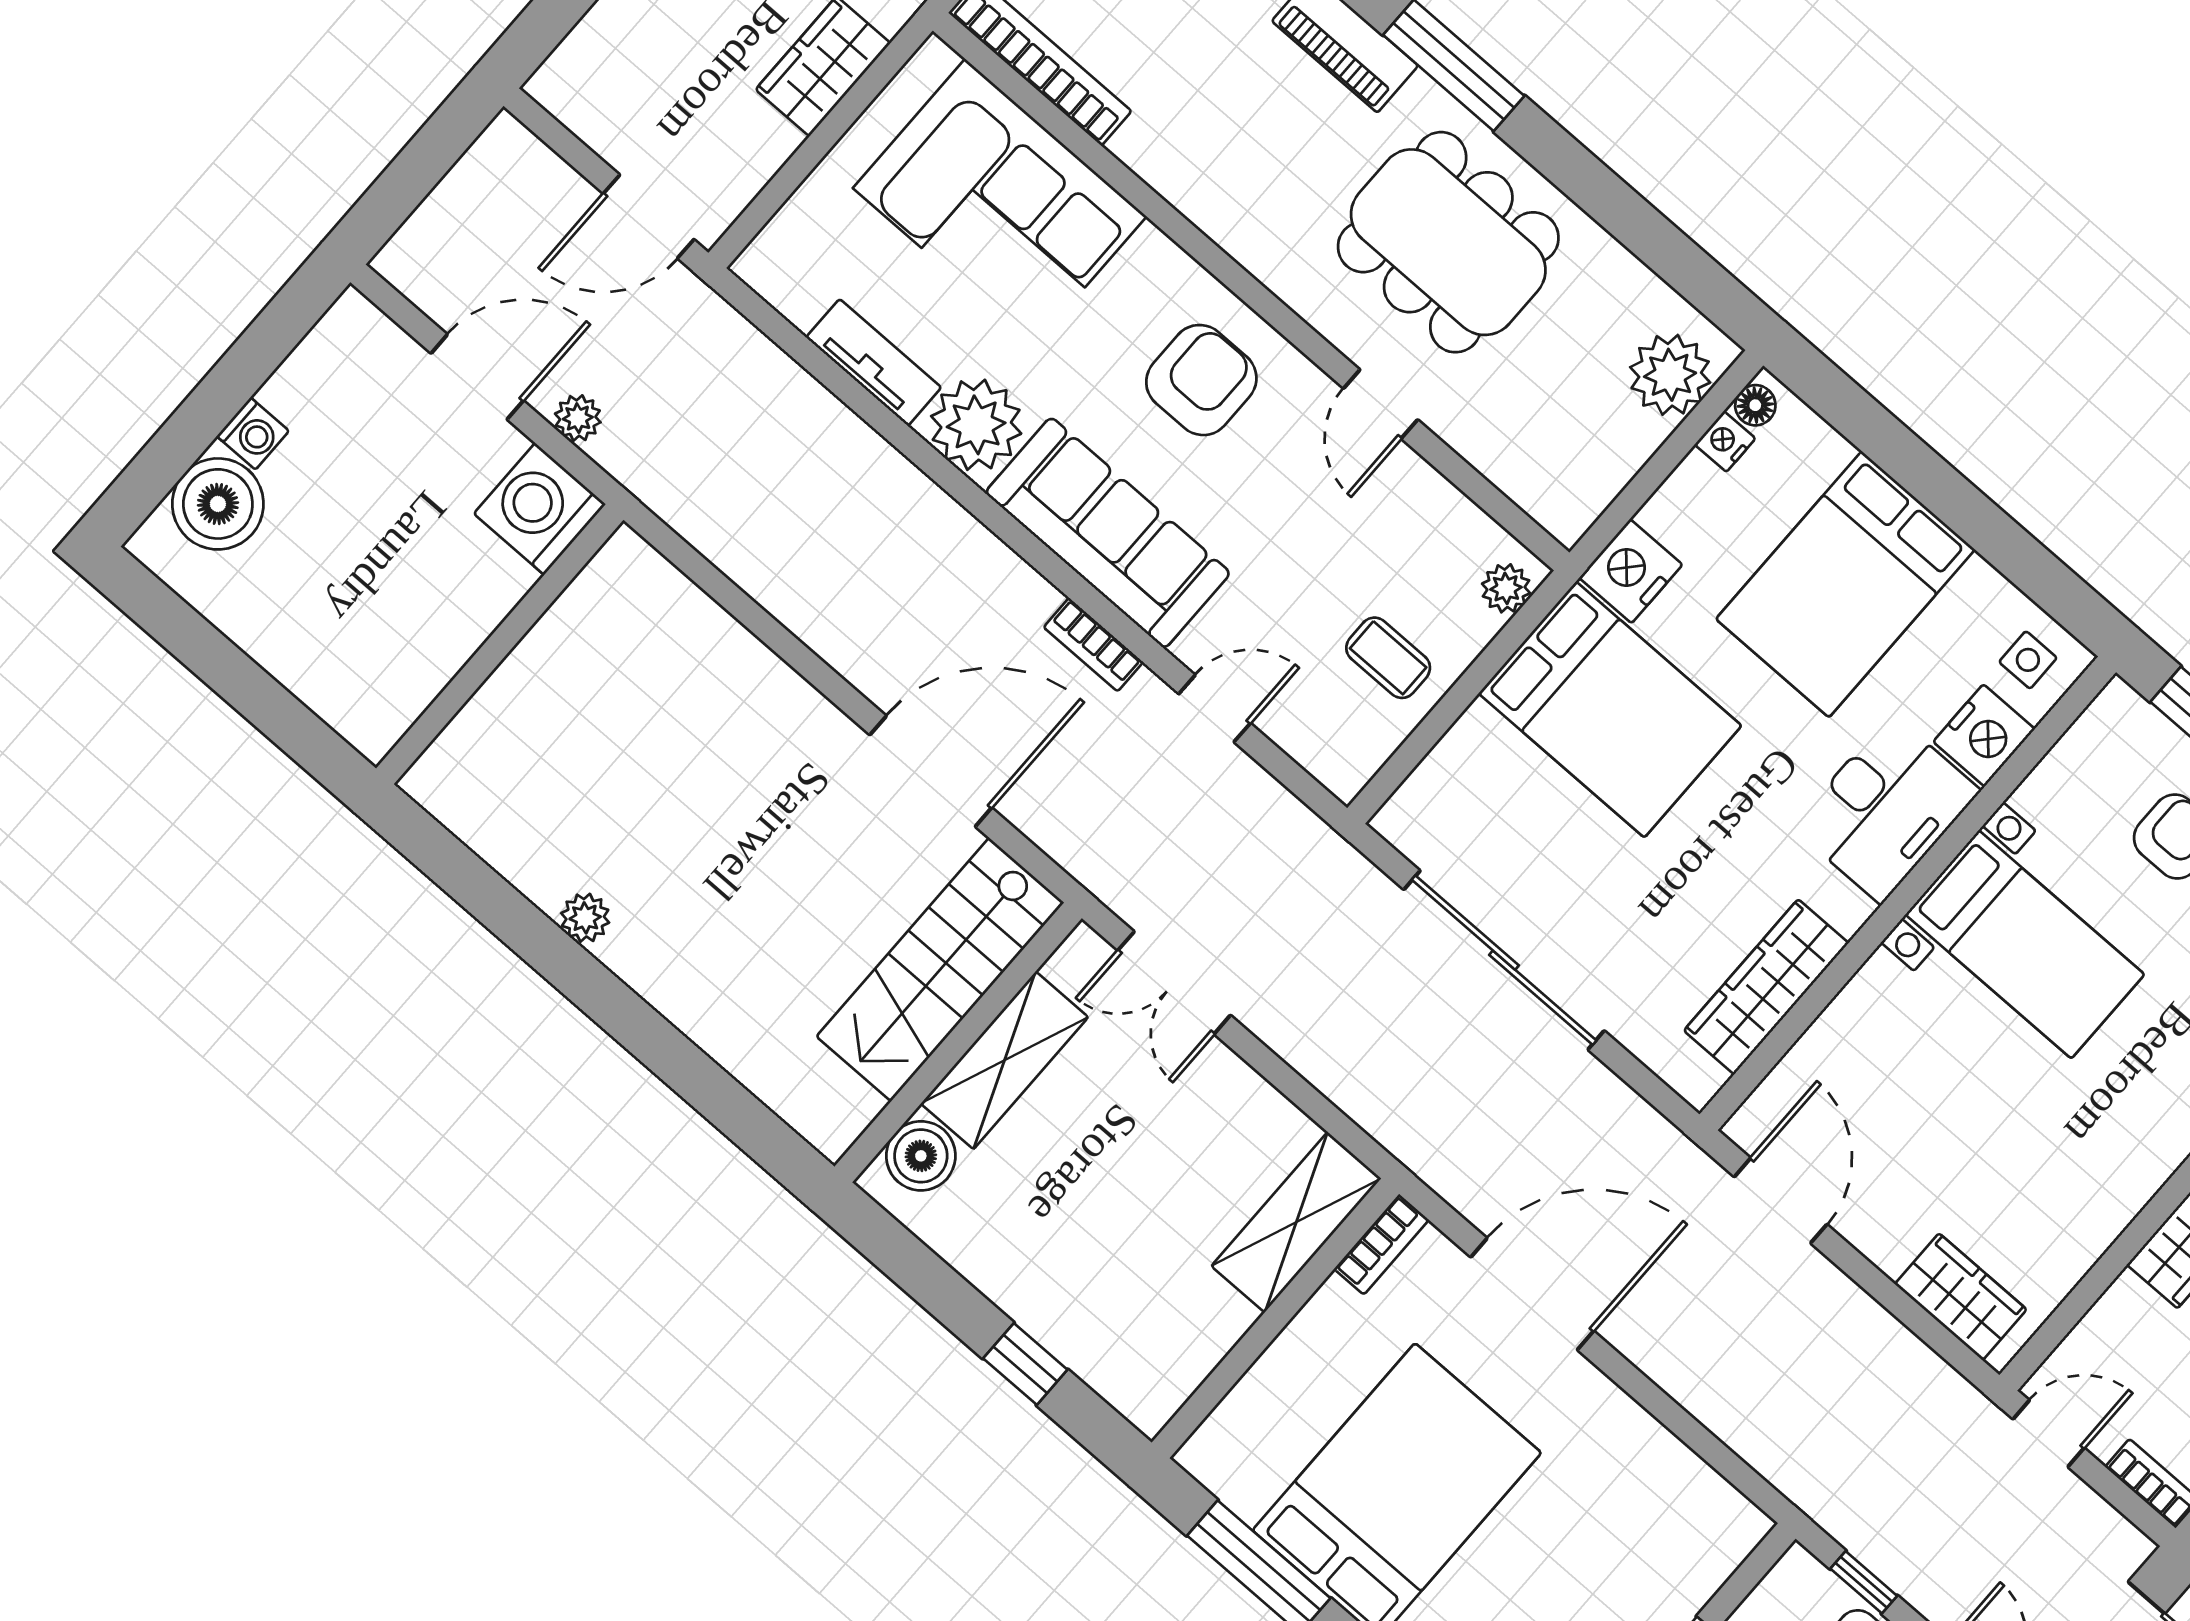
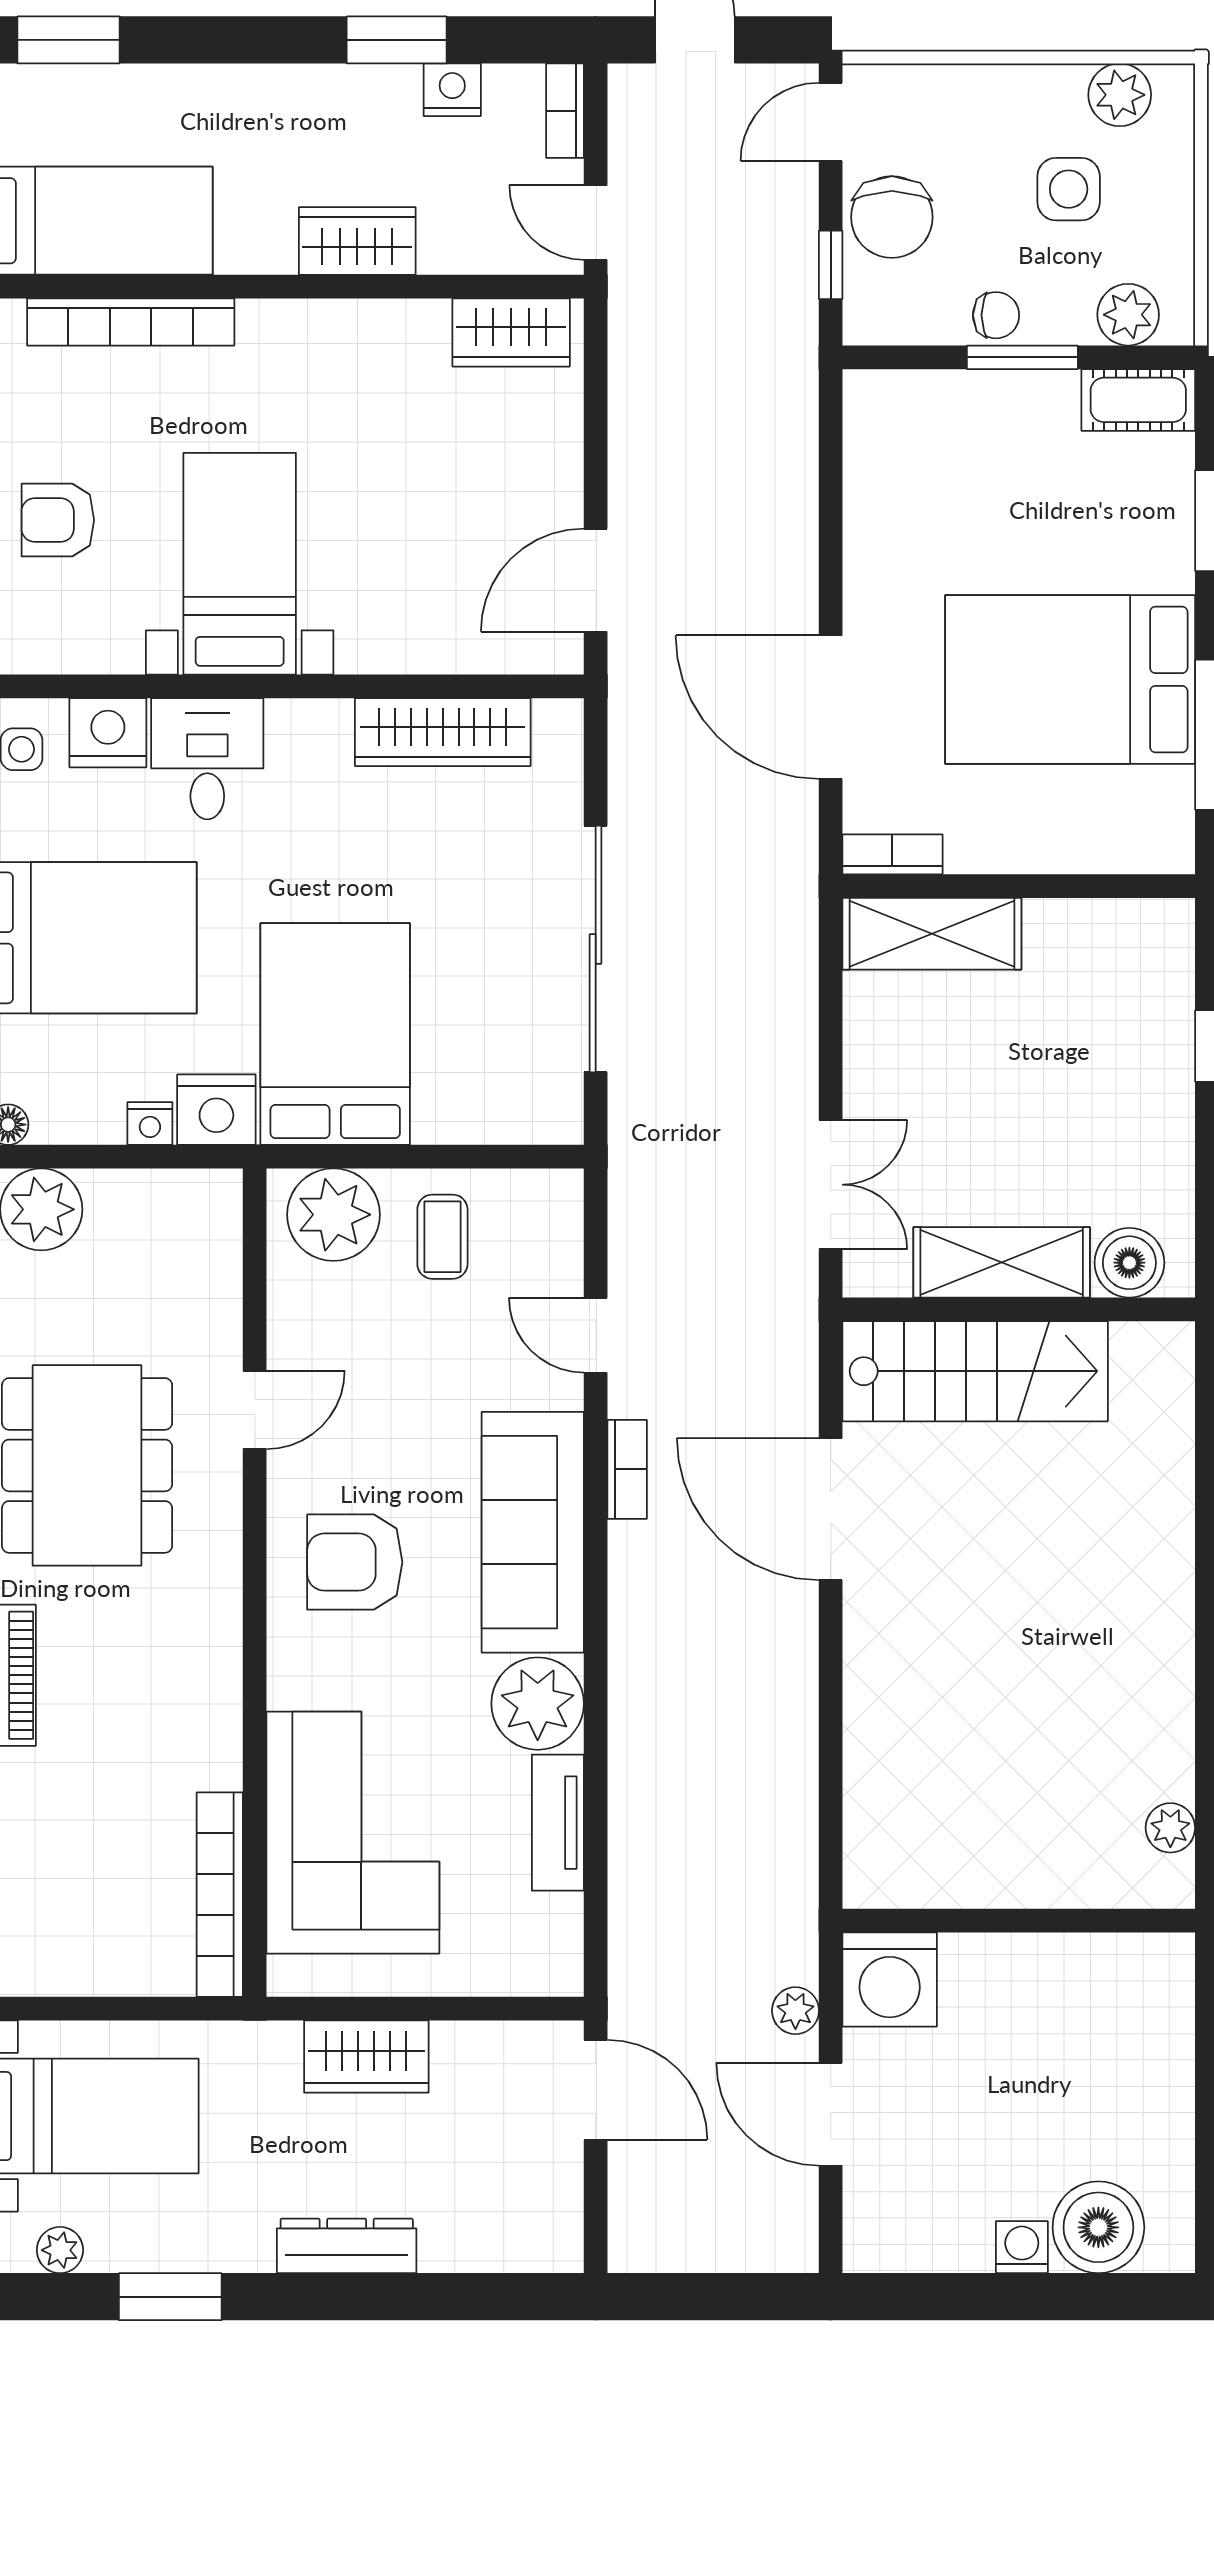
nightstand: (1725, 442) -> (150, 1124), moved
plant: (1506, 588) -> (333, 1215), width x1.87, depth x1.87
desk: (1886, 809) -> (207, 759), width x0.73
plant: (585, 918) -> (1170, 1828), moved
wardrobe: (1961, 1297) -> (511, 333), moved, turned -90

